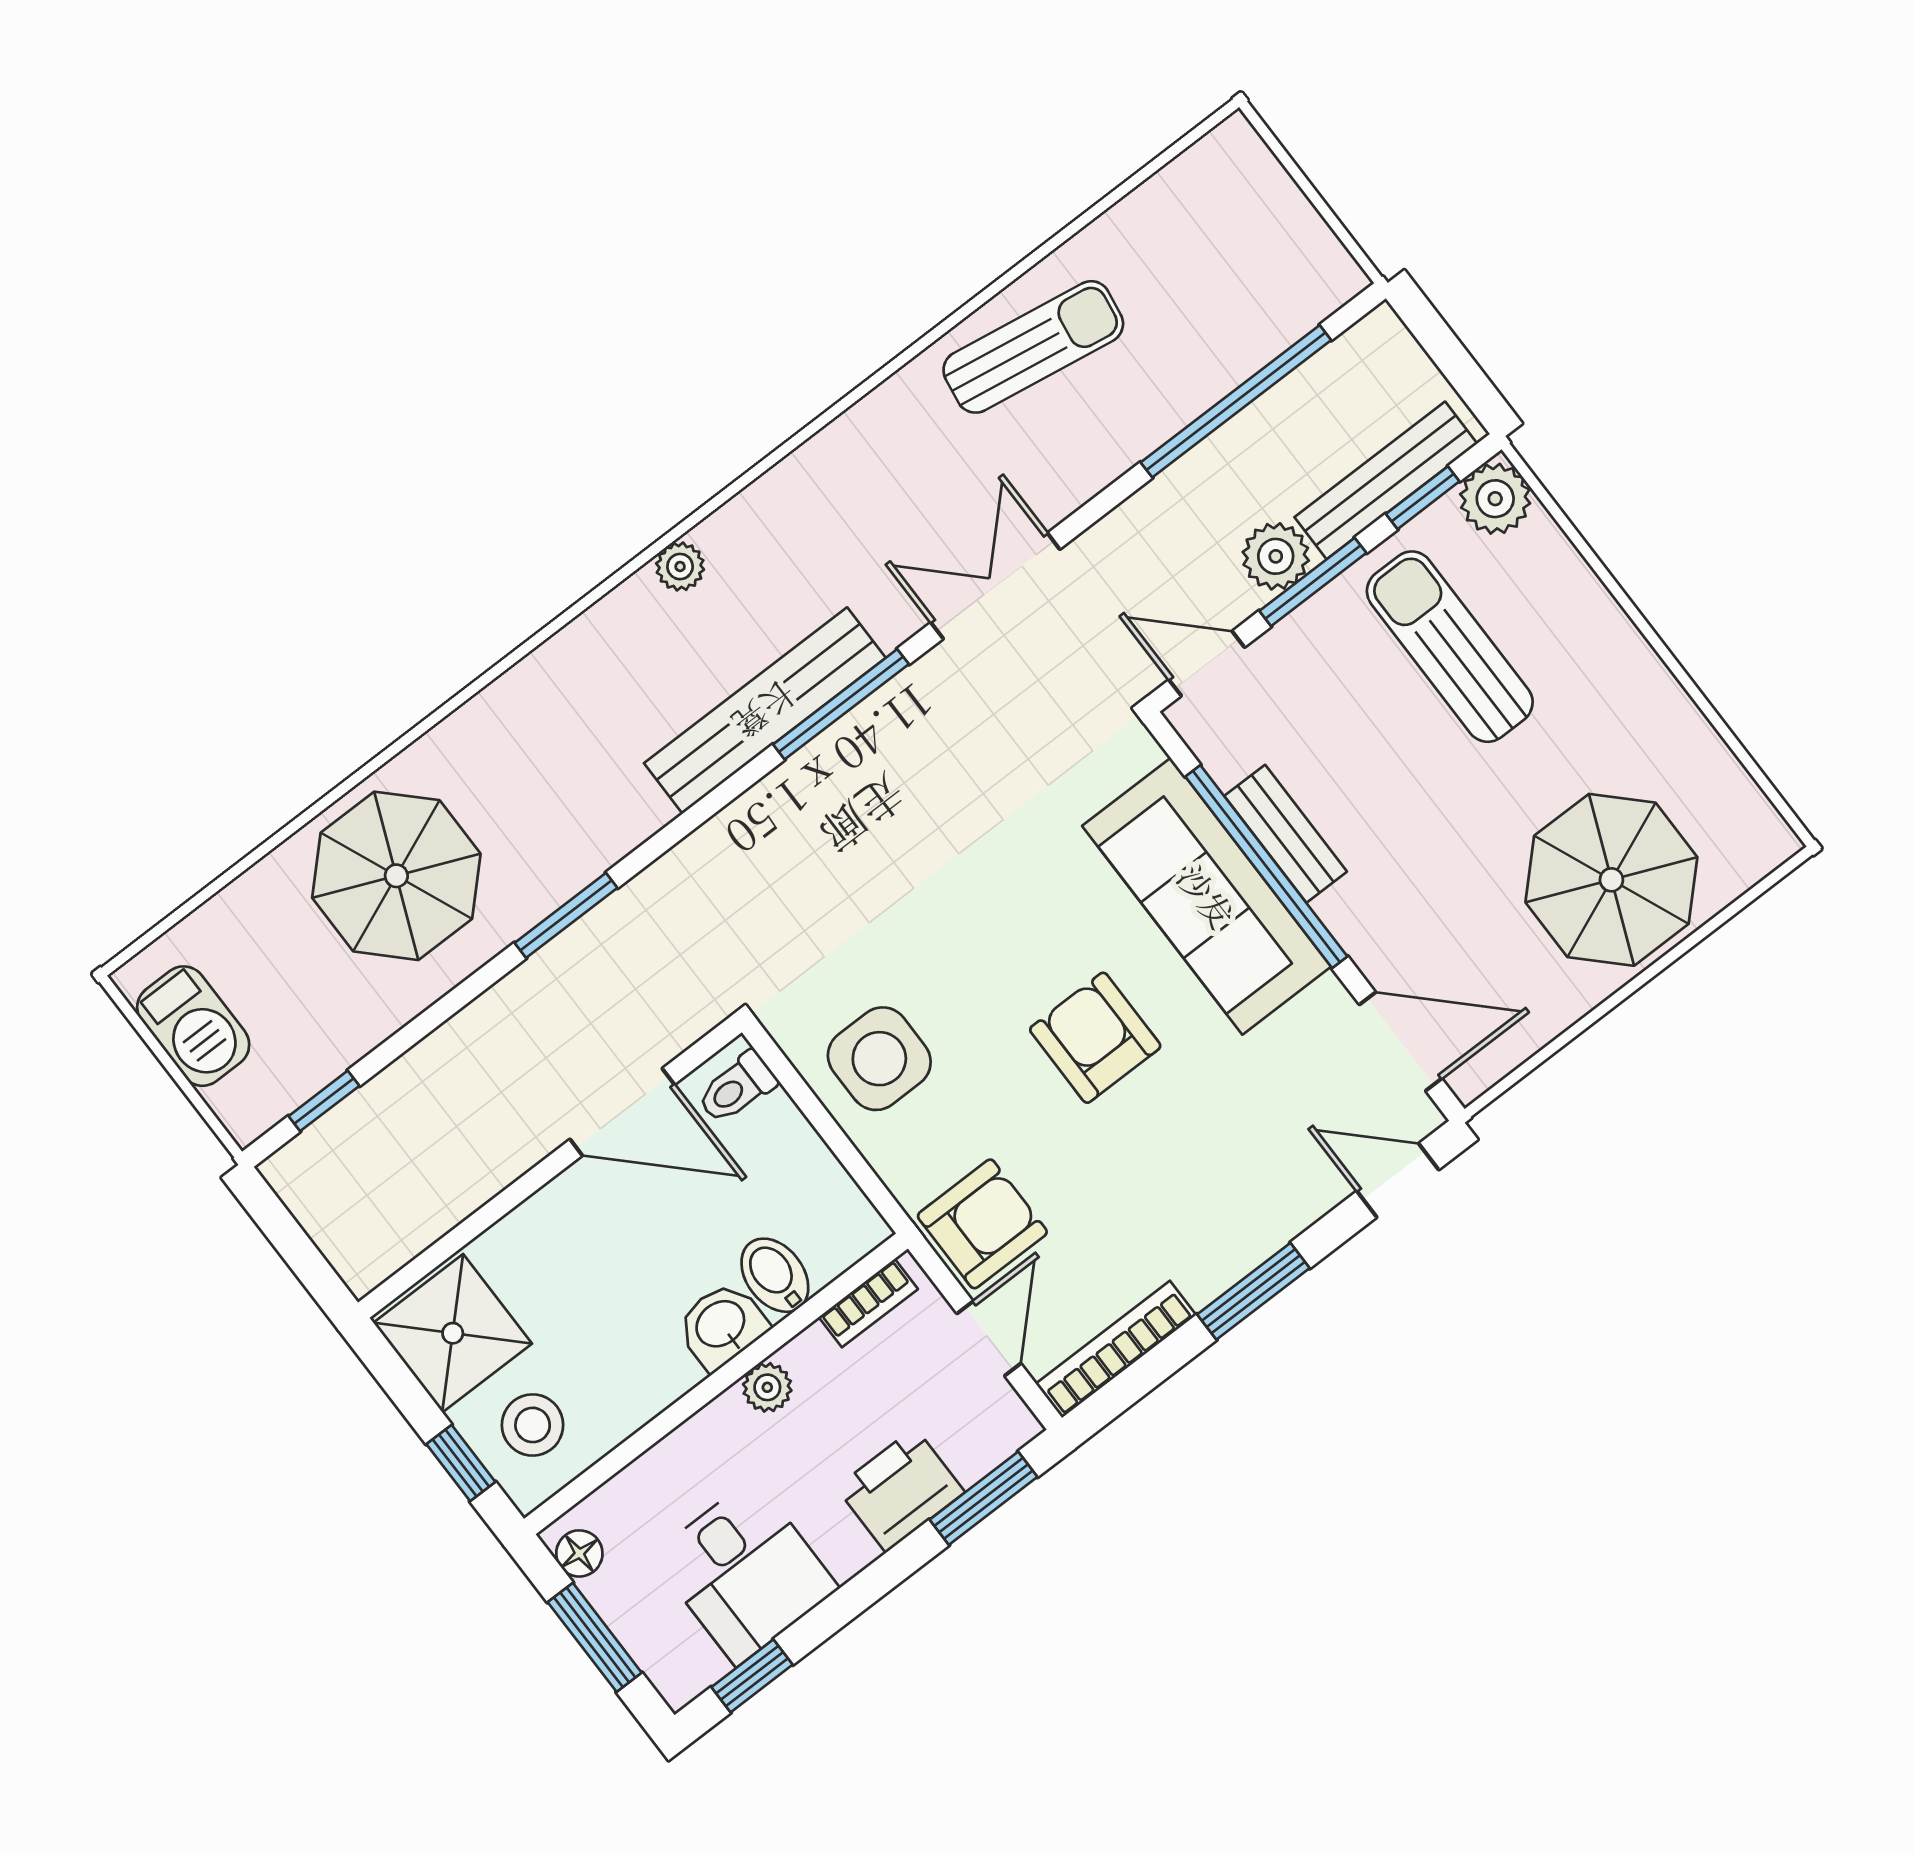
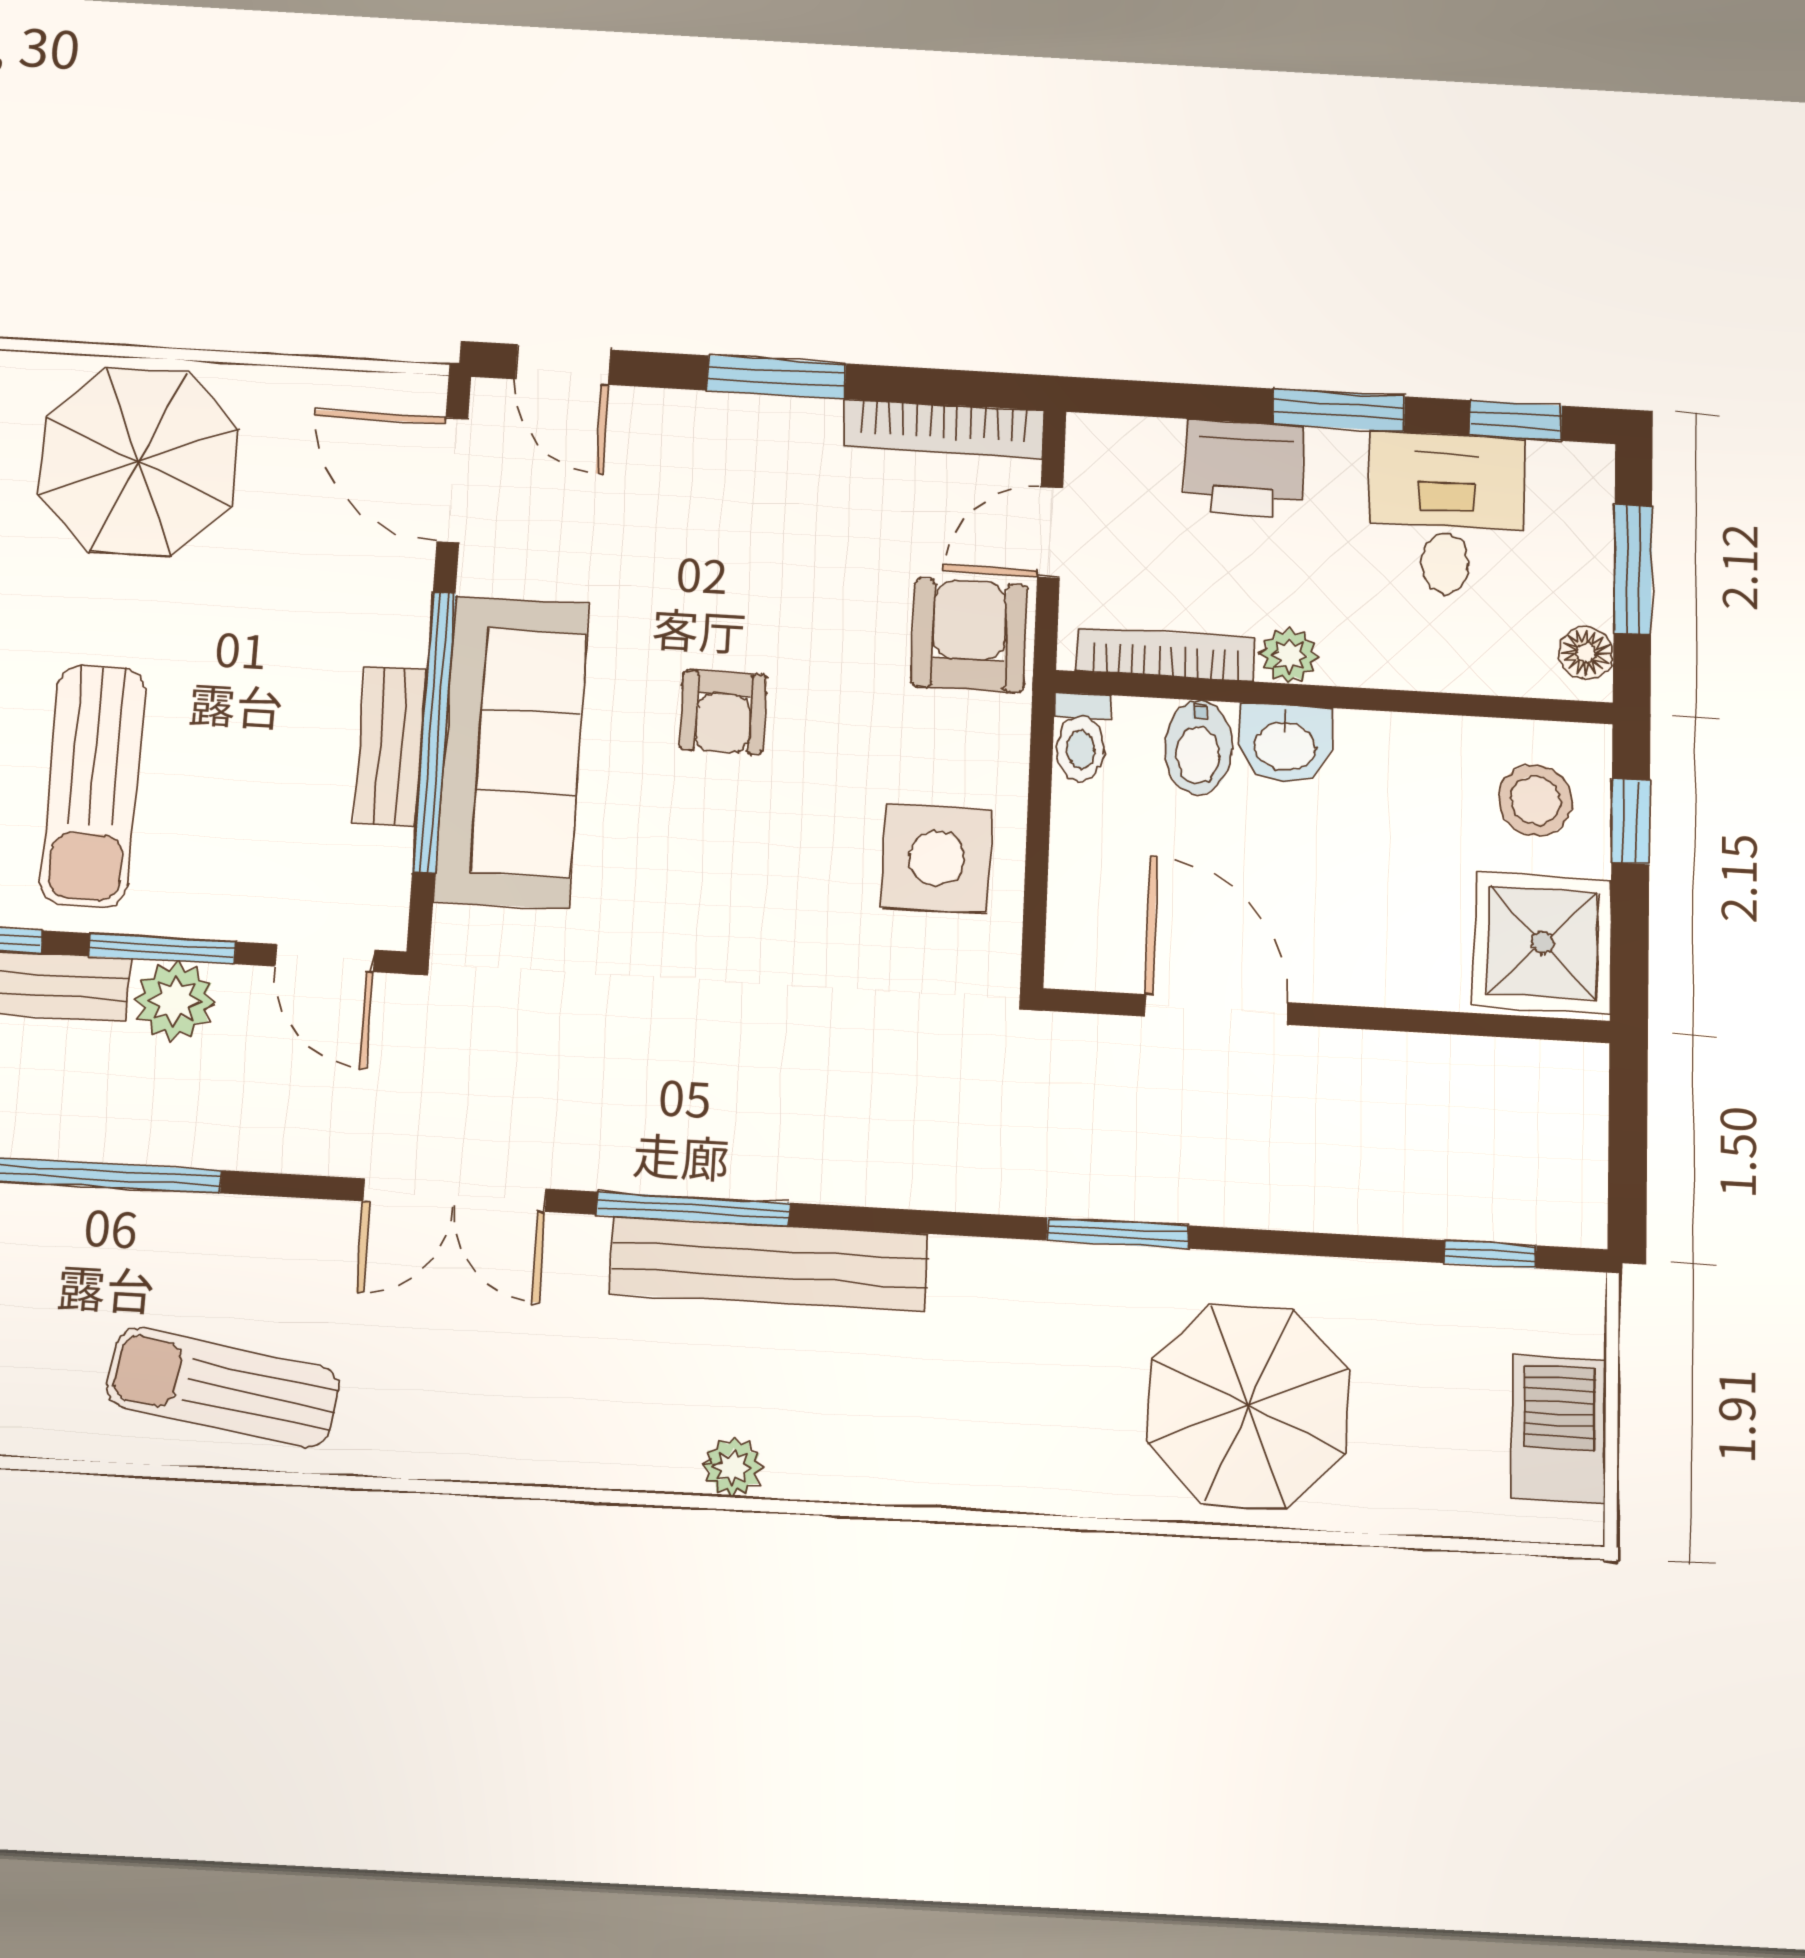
armchair: (1095, 1038) -> (723, 712), width x0.72, depth x0.72
toilet: (737, 1088) -> (1081, 737), moved, turned 90
armchair: (982, 1224) -> (969, 635), turned 90
bookcase: (868, 1303) -> (1165, 654), width x1.56
window: (984, 1498) -> (1339, 410), moved

